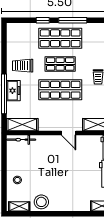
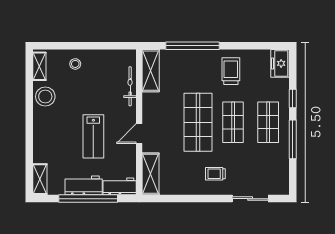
shop shelf: (60, 38) -> (268, 122), width x0.70, depth x0.74
freezer: (13, 91) -> (280, 63), moved, turned 90
bicycle: (21, 140) -> (130, 86), moved
lab bench: (71, 167) -> (93, 136), added

